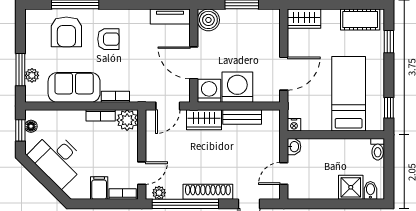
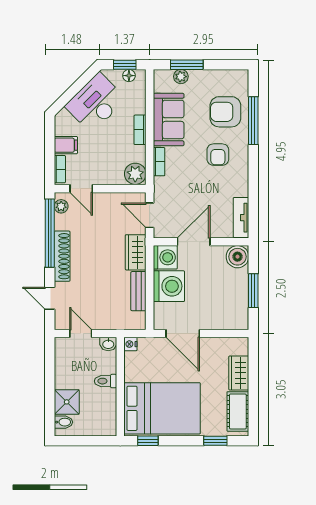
wardrobe: (304, 19) -> (239, 373), moved
bed: (349, 94) -> (162, 408), width x1.50
bookcase: (101, 115) -> (140, 130), moved
toilet: (378, 149) -> (106, 381), moved

